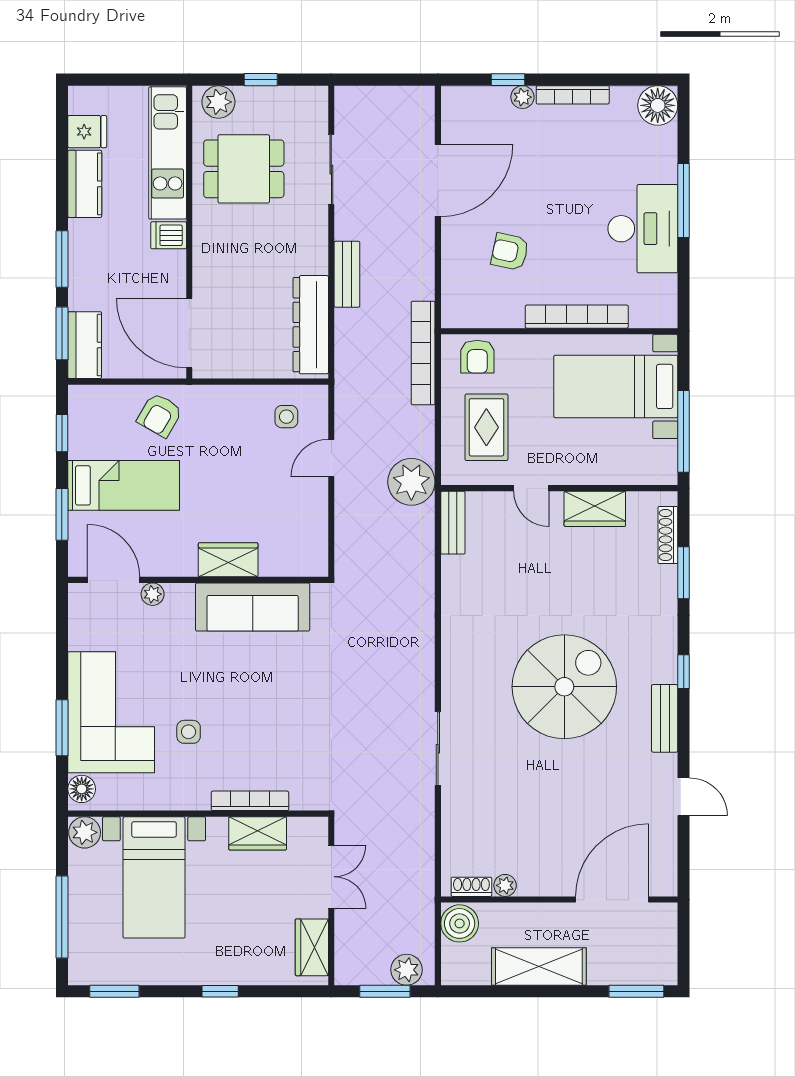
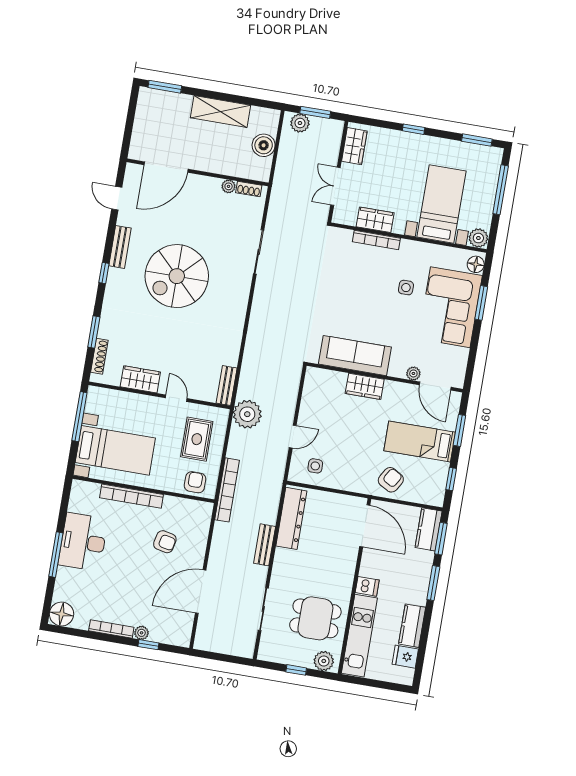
plant: (505, 885) -> (229, 186), moved
shoe rack: (471, 887) -> (249, 189), moved
wall: (559, 900) -> (198, 172), moved
door: (612, 900) -> (166, 167), moved

